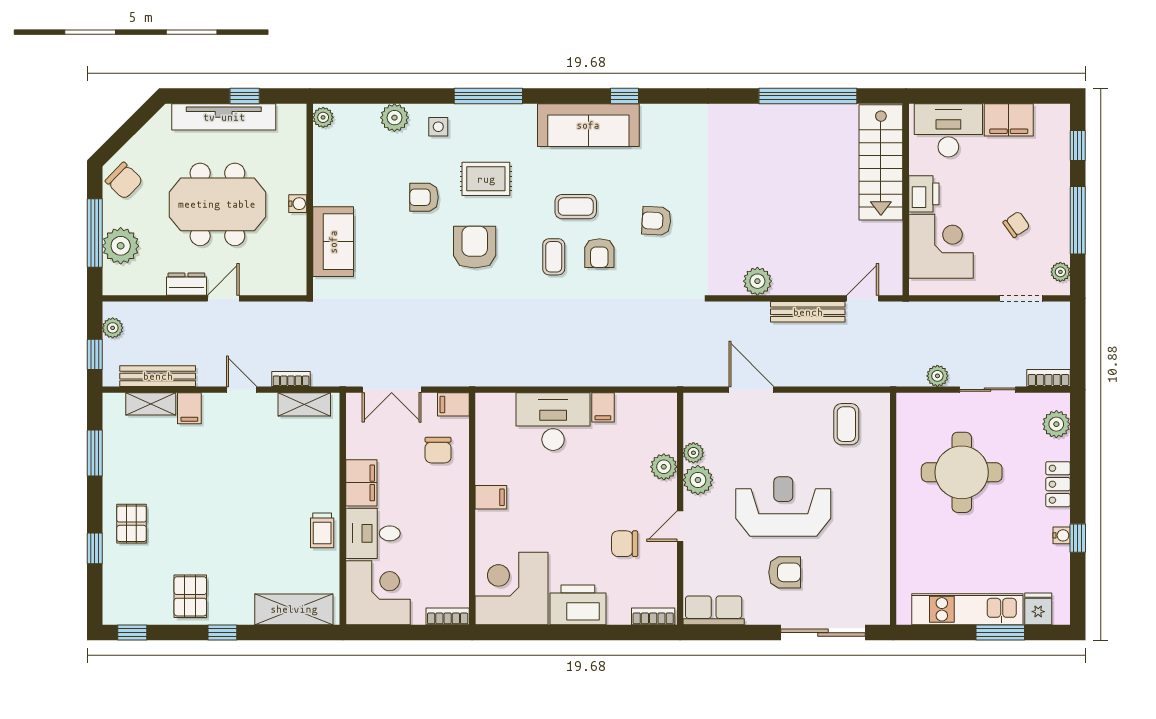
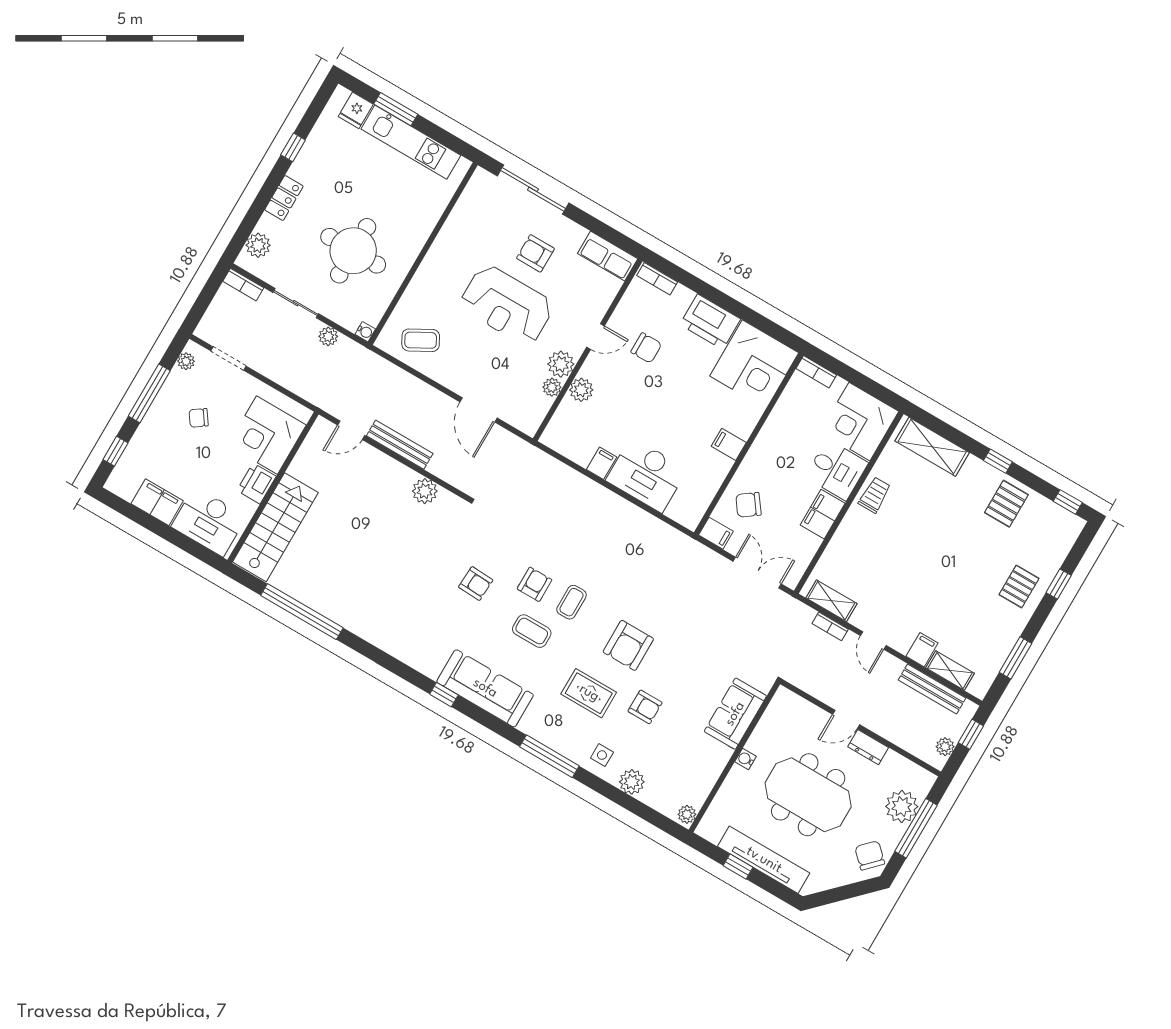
coffee table: (846, 424) -> (421, 340), turned 61
chair: (438, 450) -> (748, 505), turned -126
water cooler: (1062, 535) -> (365, 332), moved, turned 180

